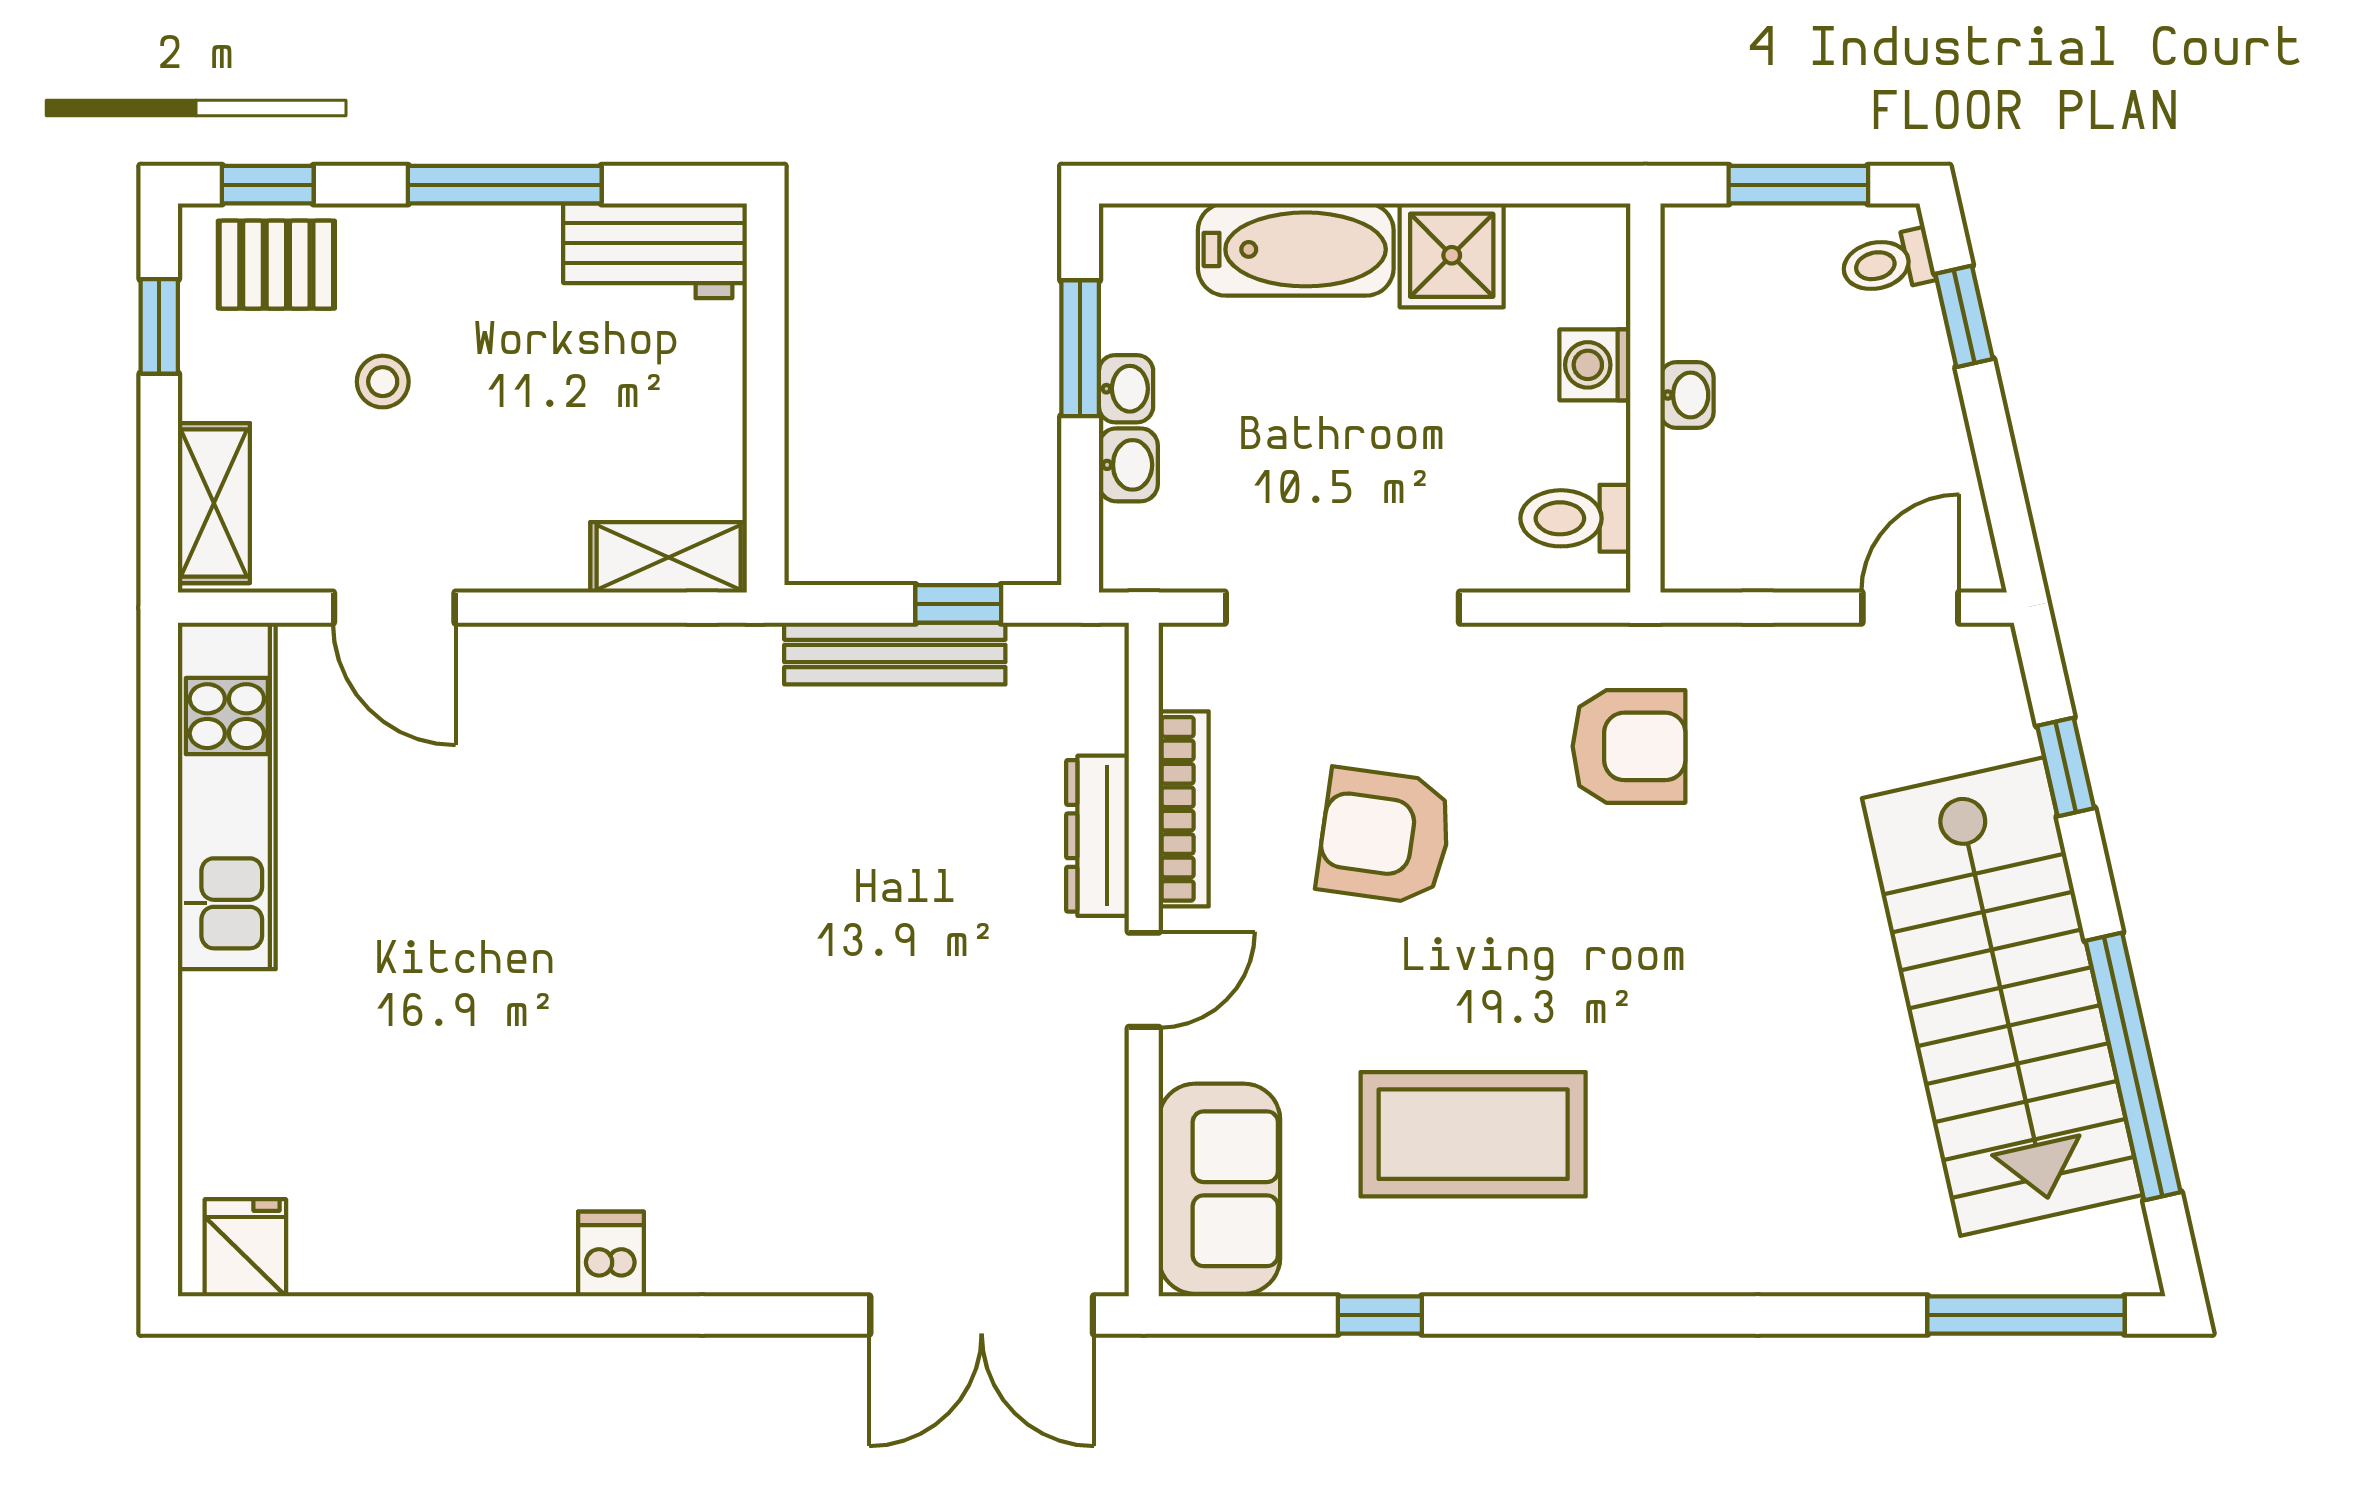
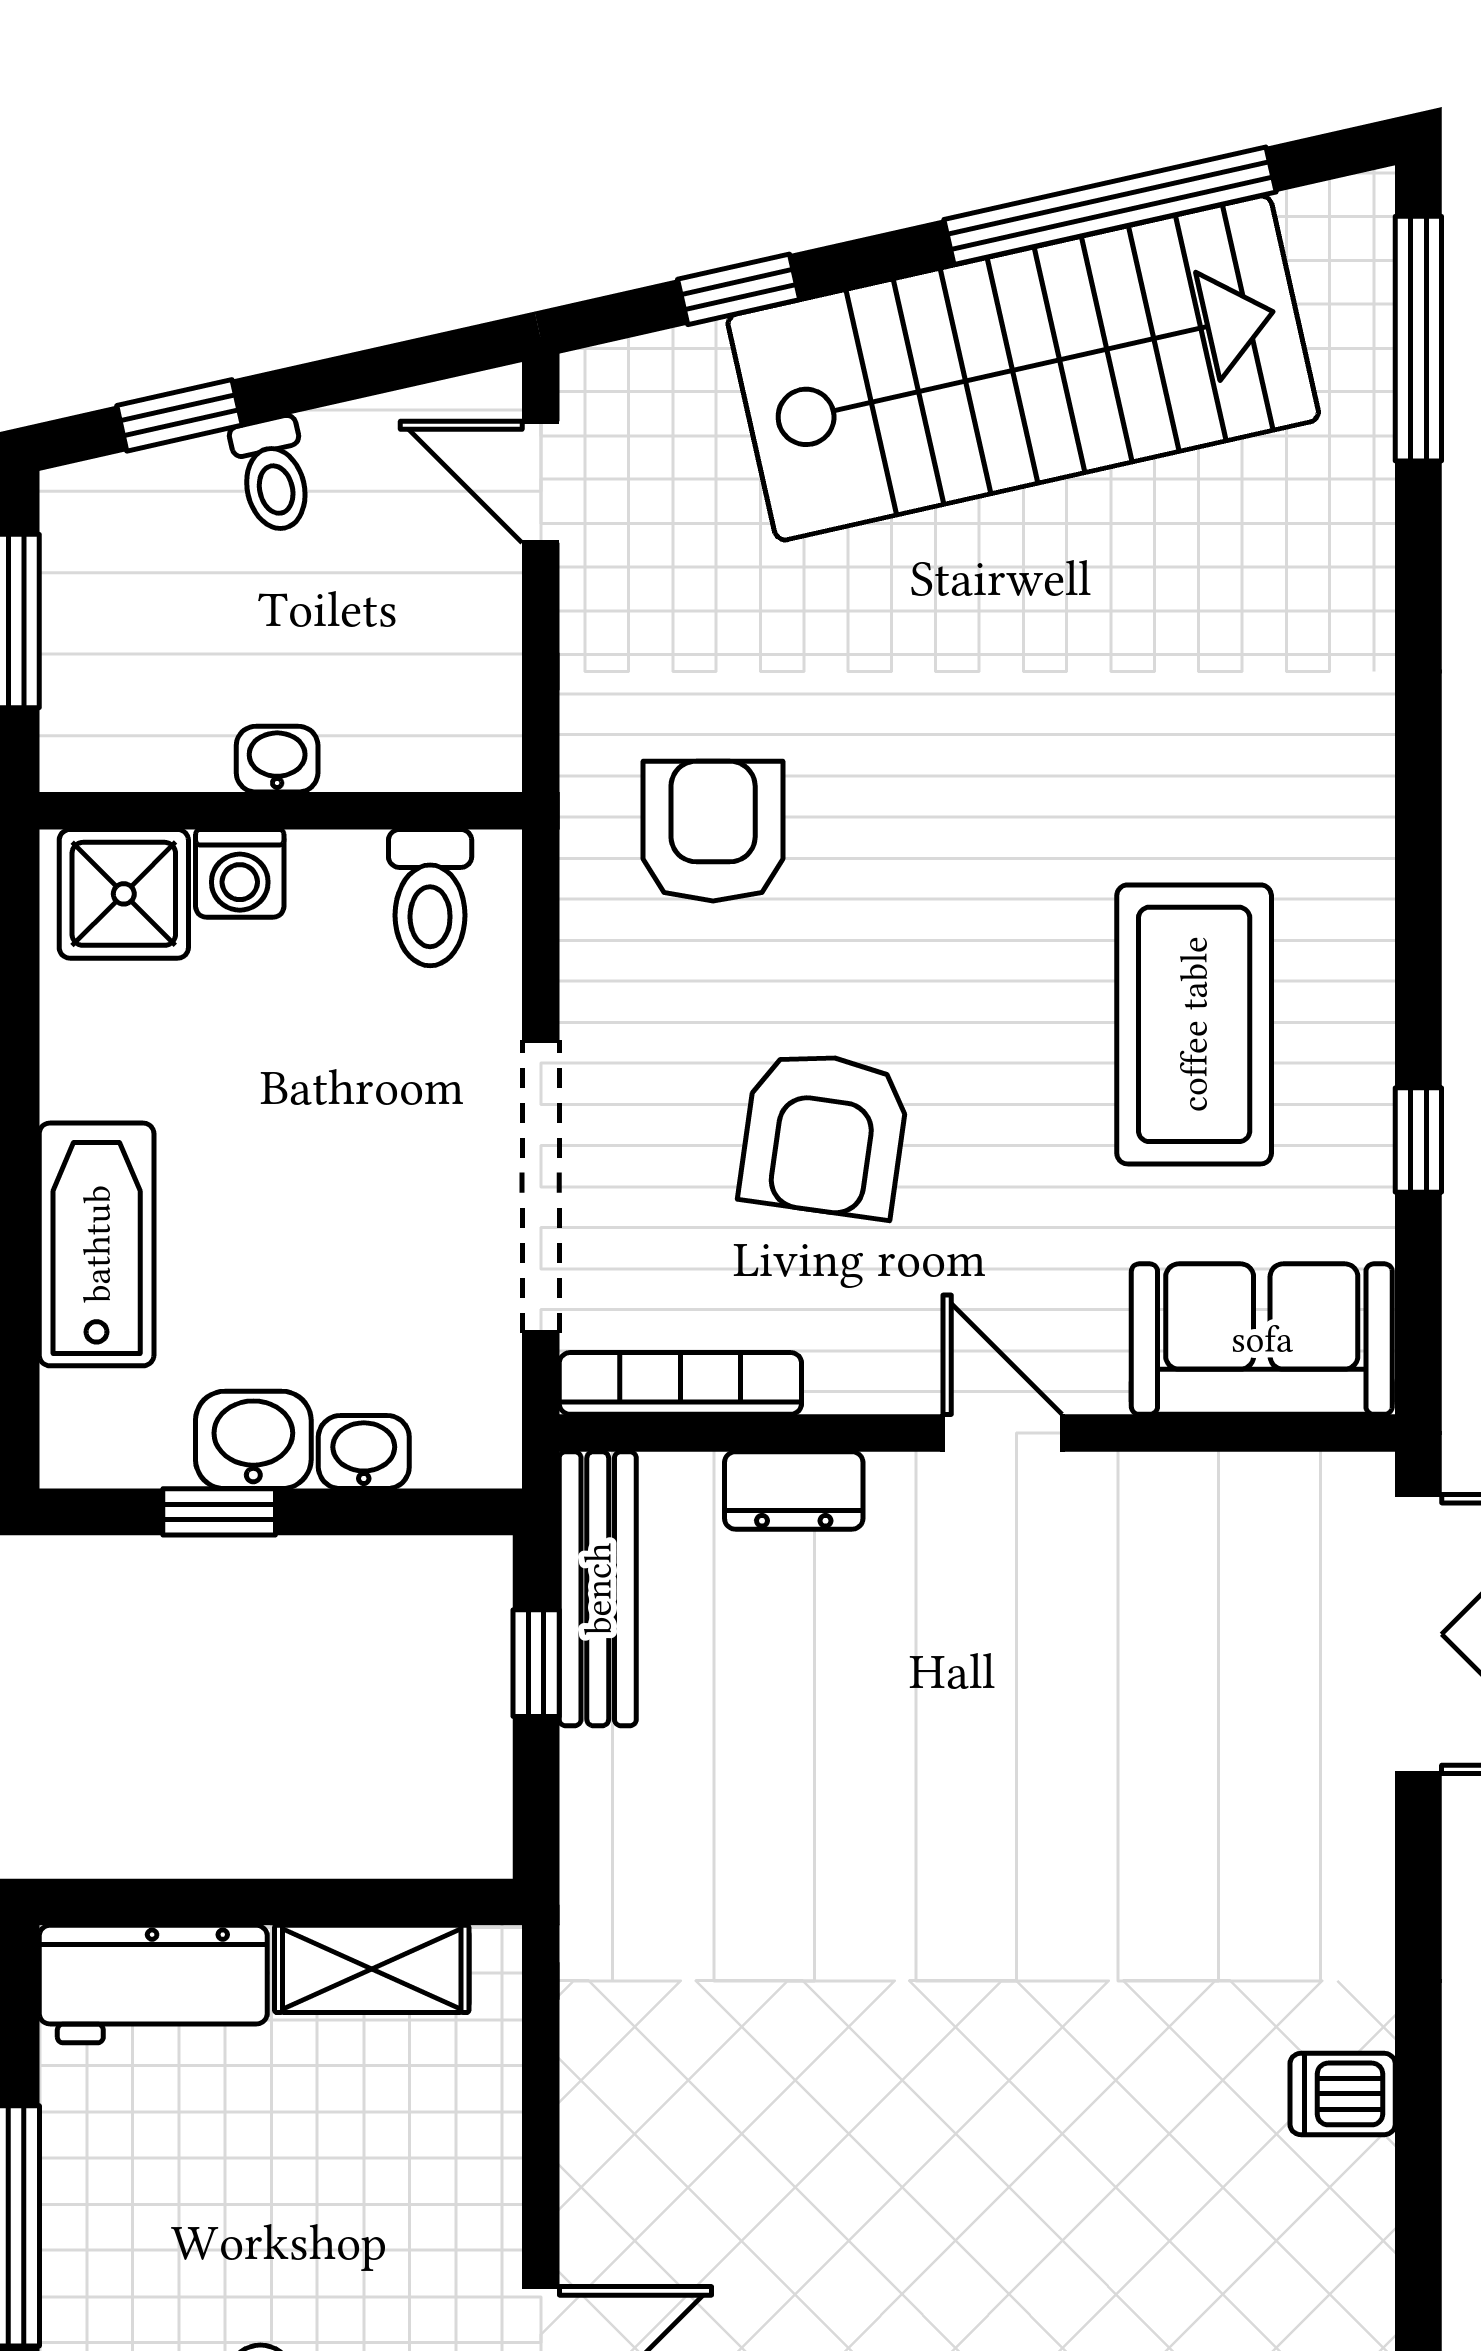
workbench: (655, 251) -> (153, 1984), moved, turned 90
shower: (1452, 255) -> (124, 894), moved
toilet: (1887, 263) -> (273, 475), moved
window: (1080, 348) -> (219, 1512), width x0.67
washbasin: (1126, 389) -> (253, 1440), width x1.38, depth x1.45
shelving: (669, 557) -> (372, 1969), moved, turned 90
bench: (895, 653) -> (598, 1589), moved
bookcase: (1184, 809) -> (680, 1383), moved
dresser: (1097, 836) -> (794, 1490), width x0.70

